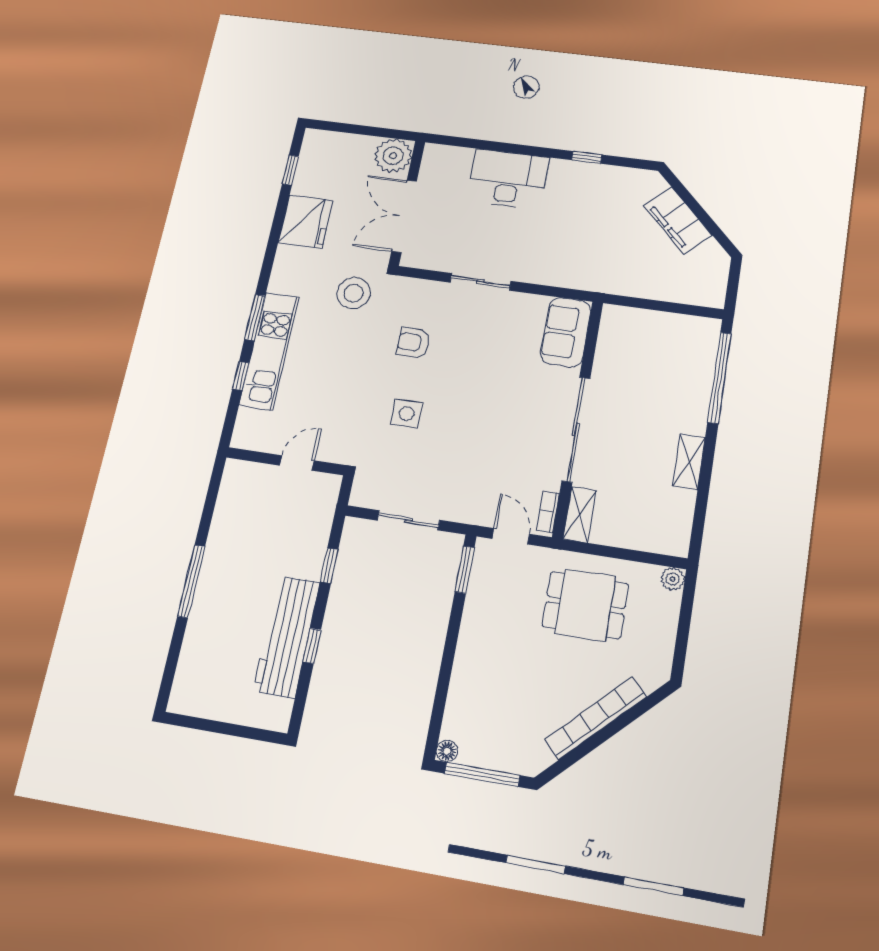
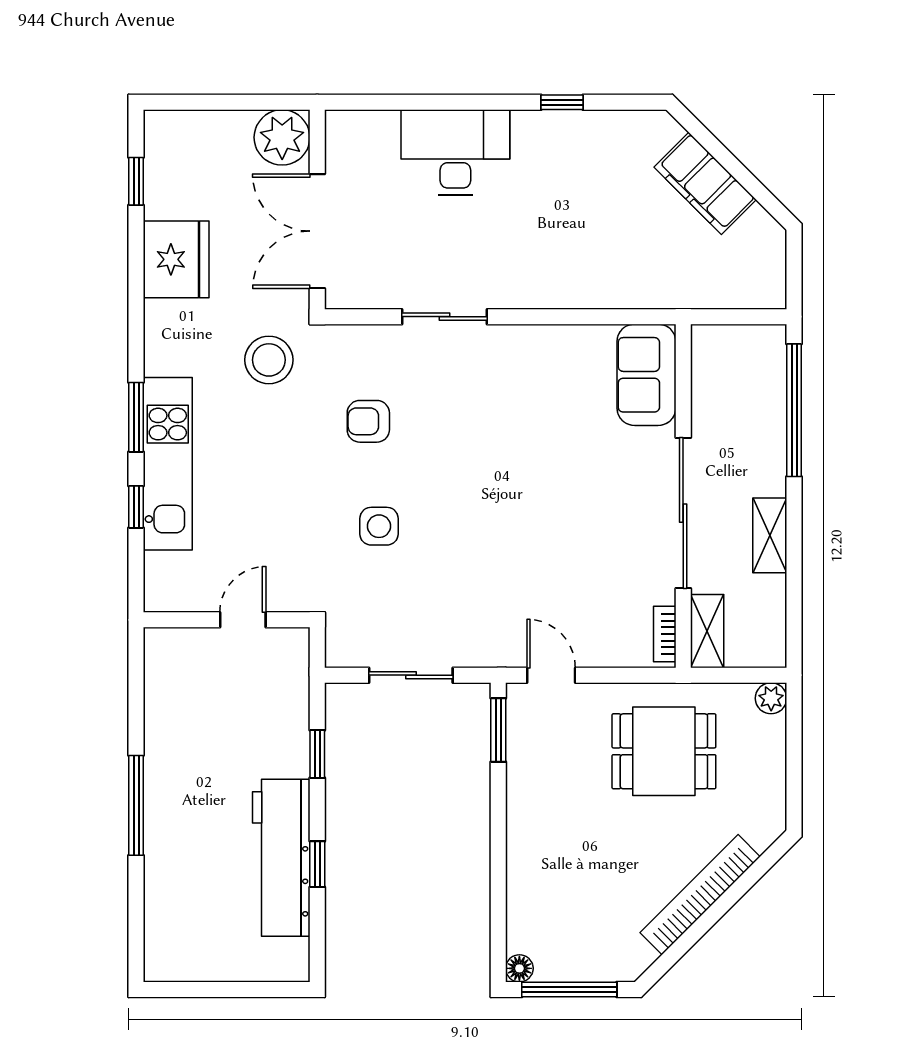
sofa: (566, 332) -> (646, 375), moved
wall: (578, 417) -> (683, 496), moved
sliding door: (576, 429) -> (683, 513), moved
bookcase: (548, 512) -> (665, 634), moved
shelving: (580, 515) -> (707, 631), moved

